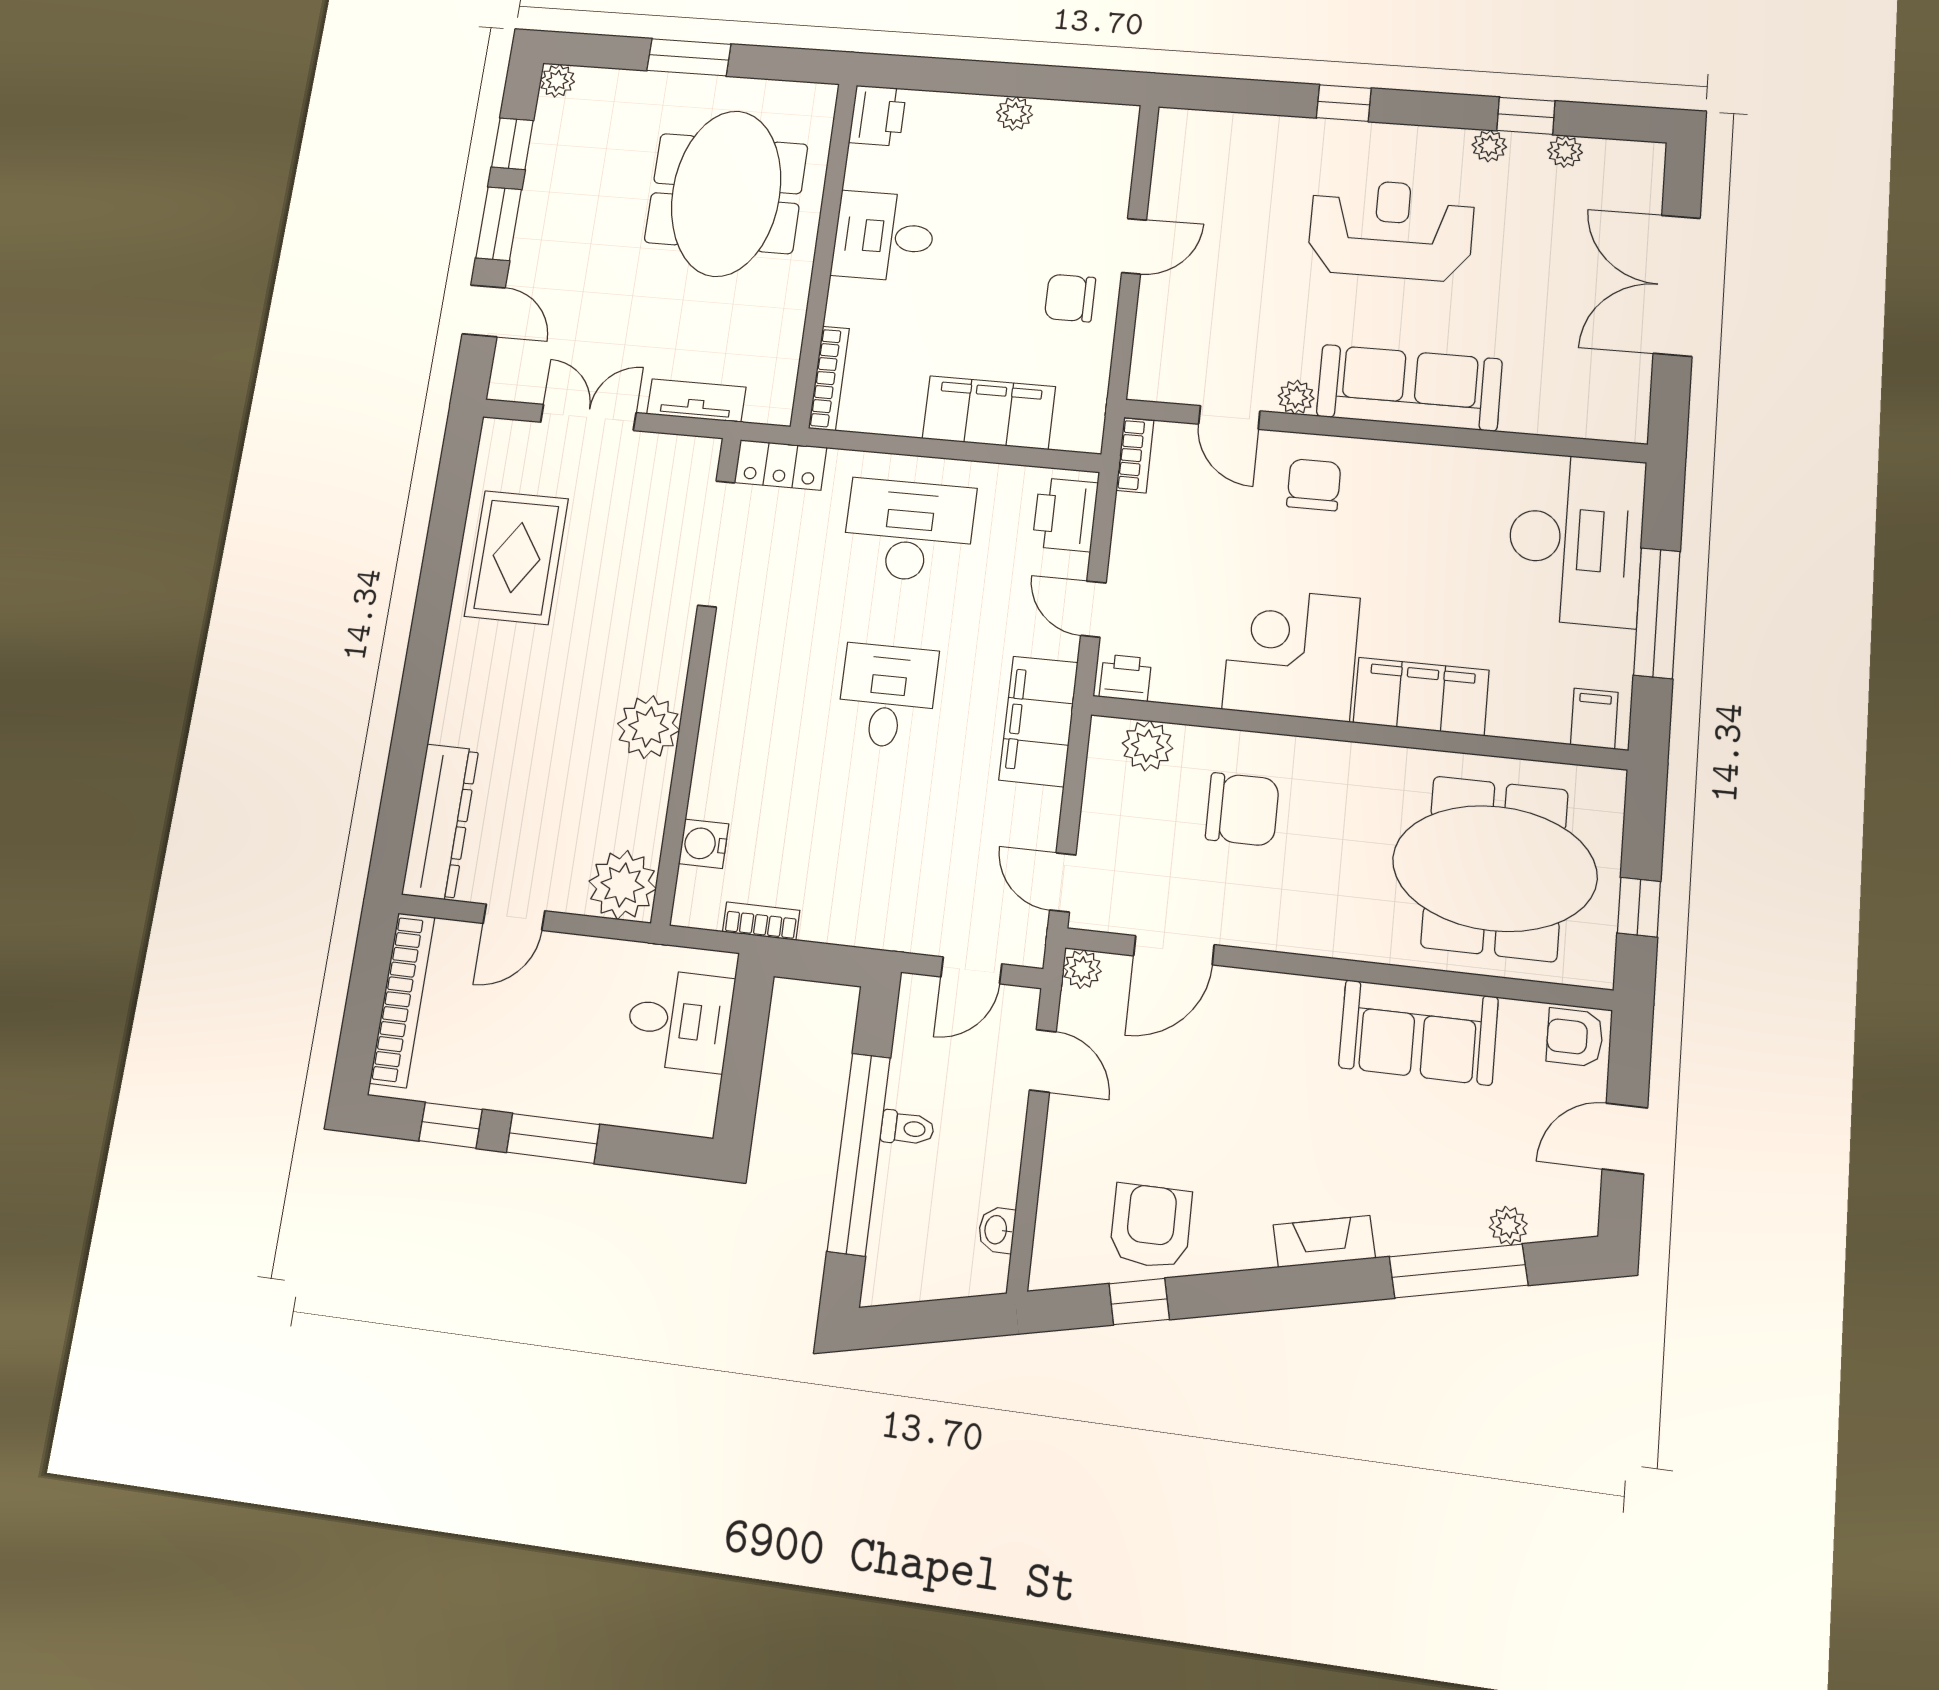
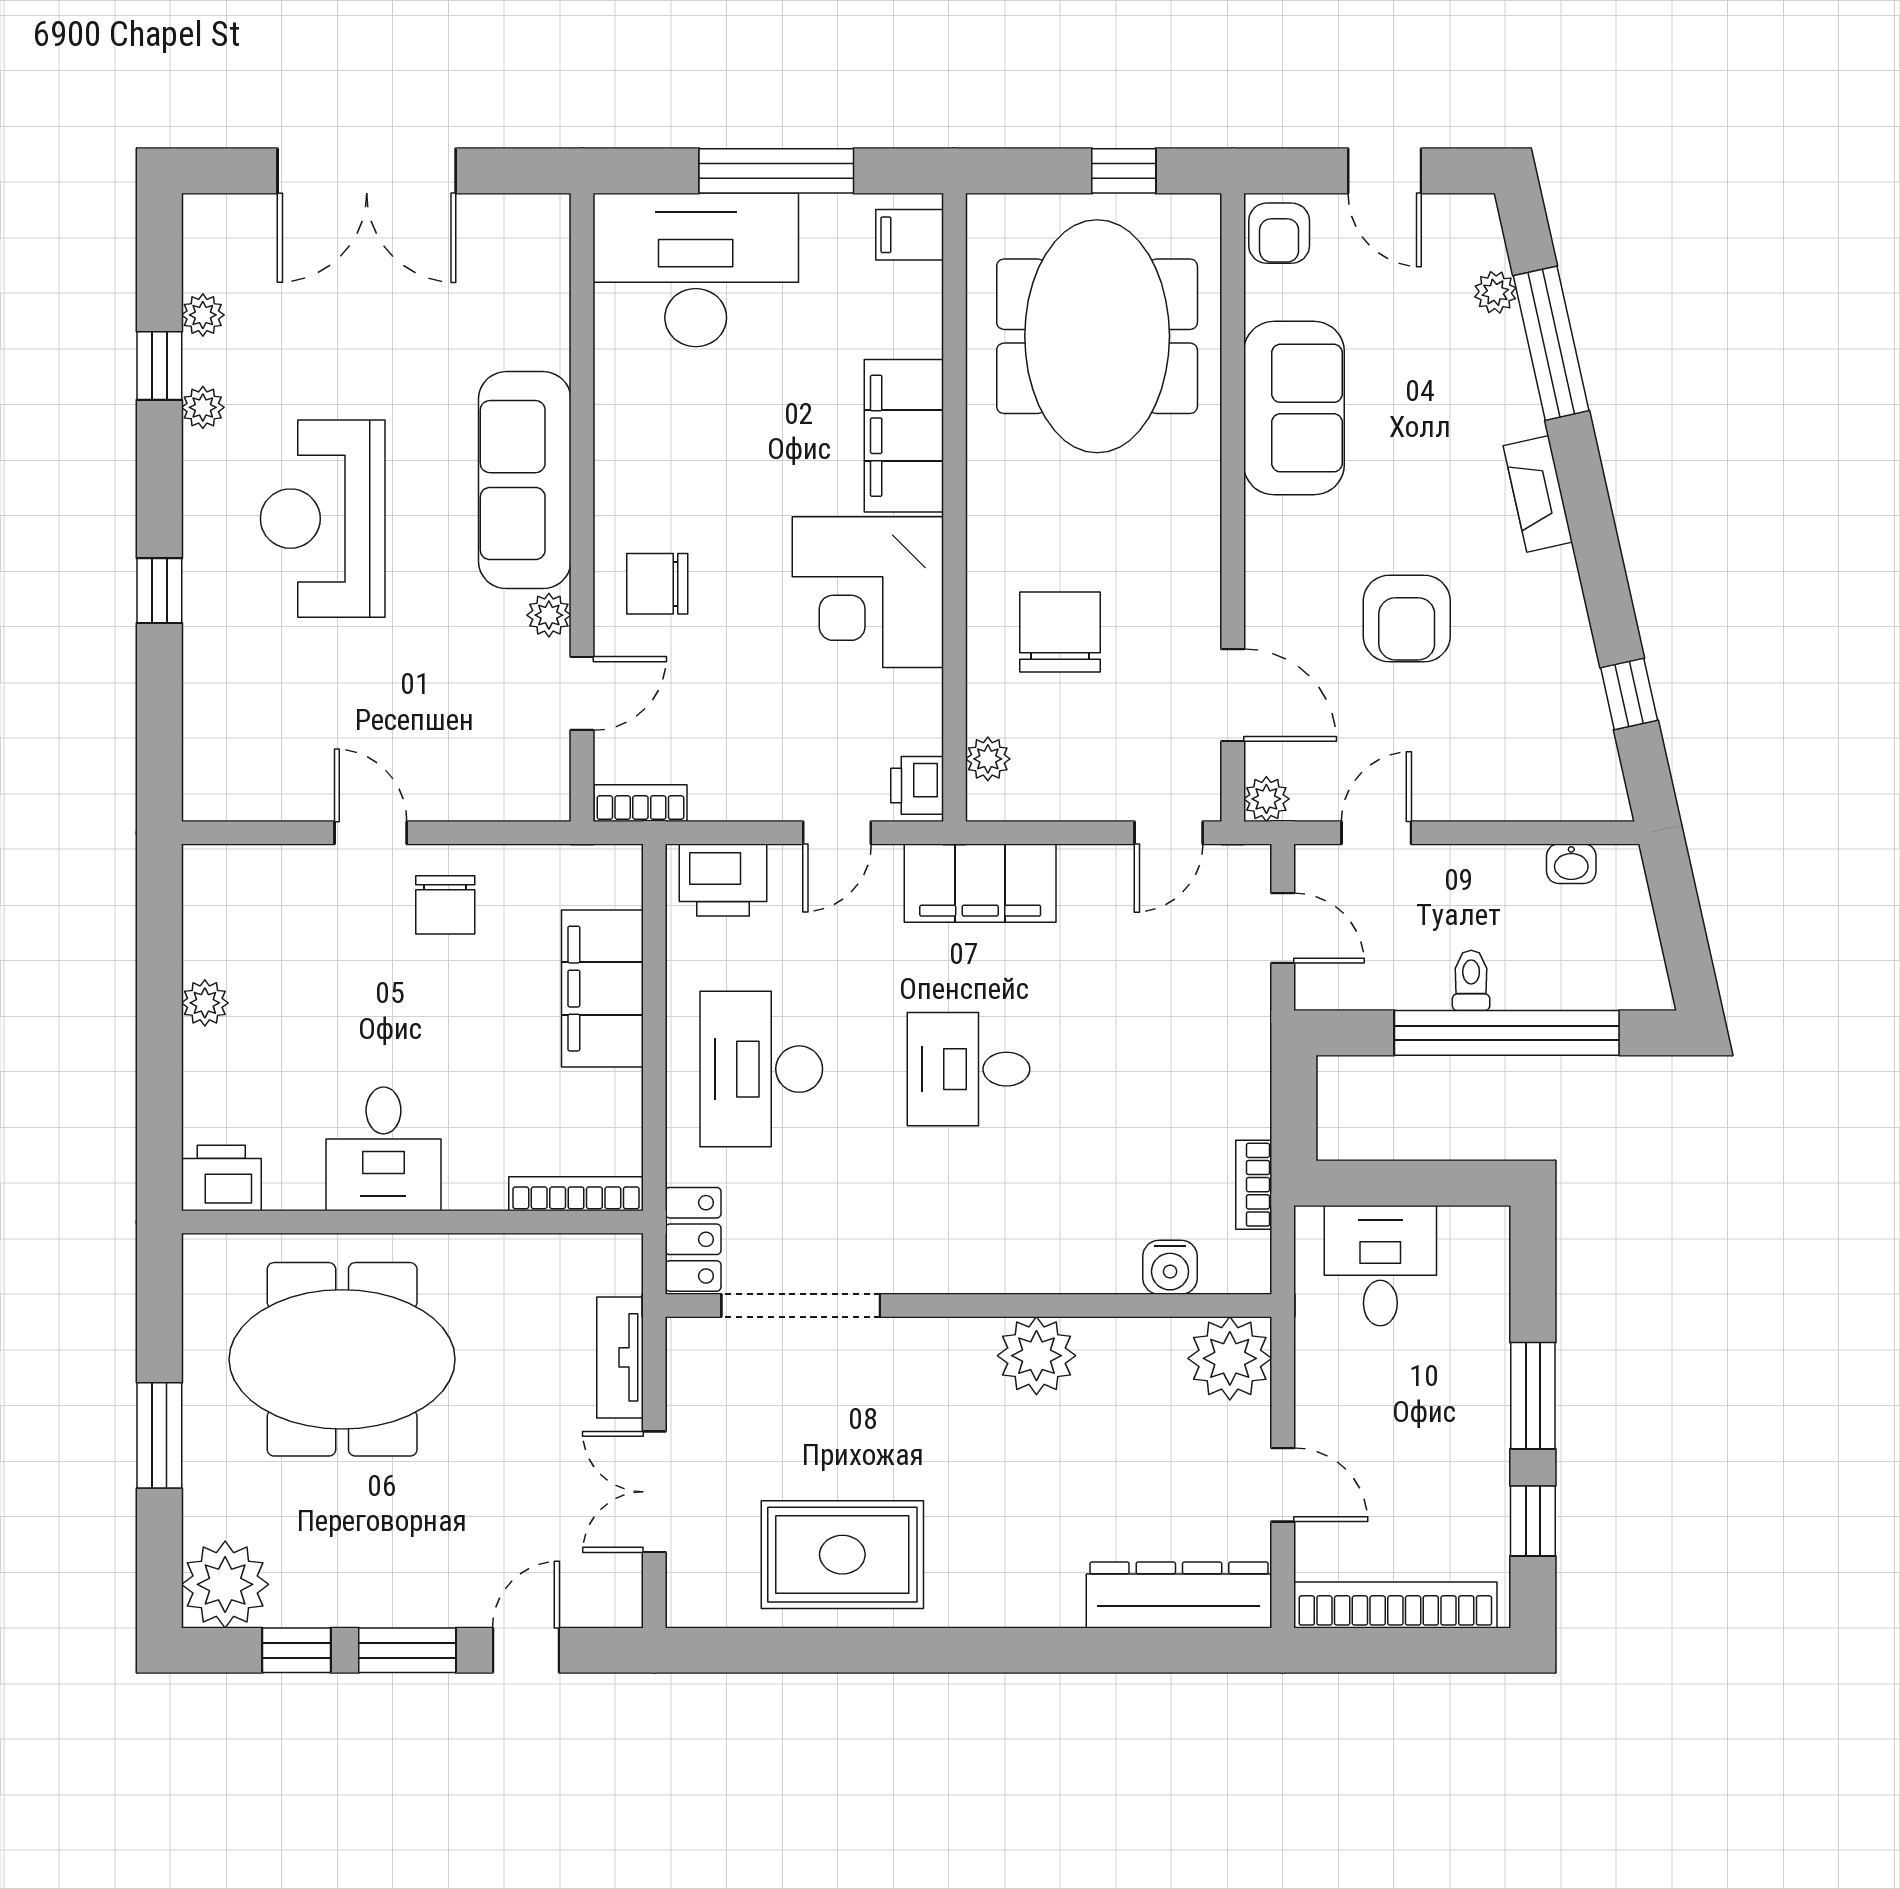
plant: (557, 81) -> (225, 1584), width x1.87, depth x1.87
plant: (1147, 746) -> (988, 759), width x0.73, depth x0.73
armchair: (1151, 1226) -> (1407, 618), moved, turned -90

